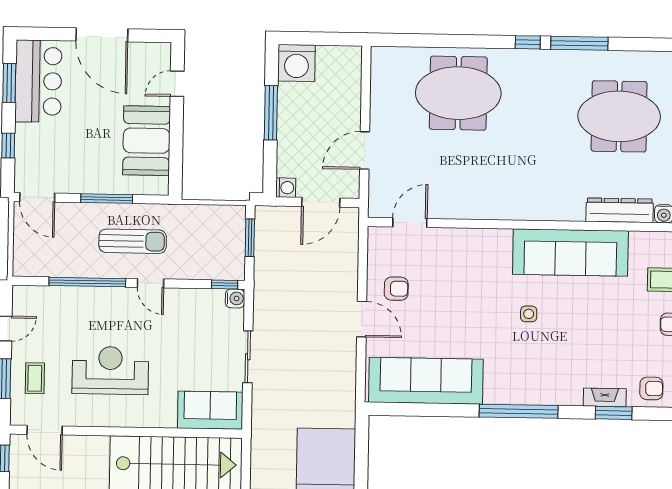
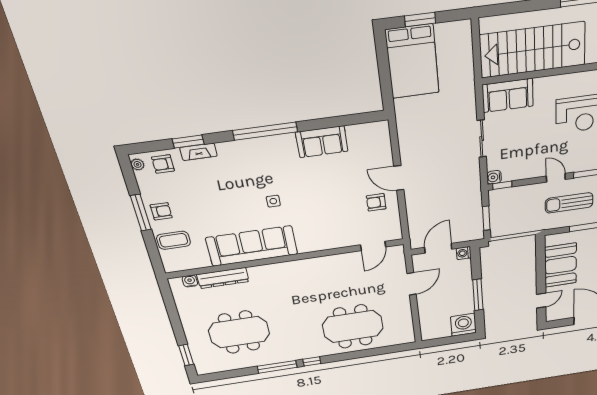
sofa: (426, 381) -> (322, 142), width x0.54, depth x0.79

